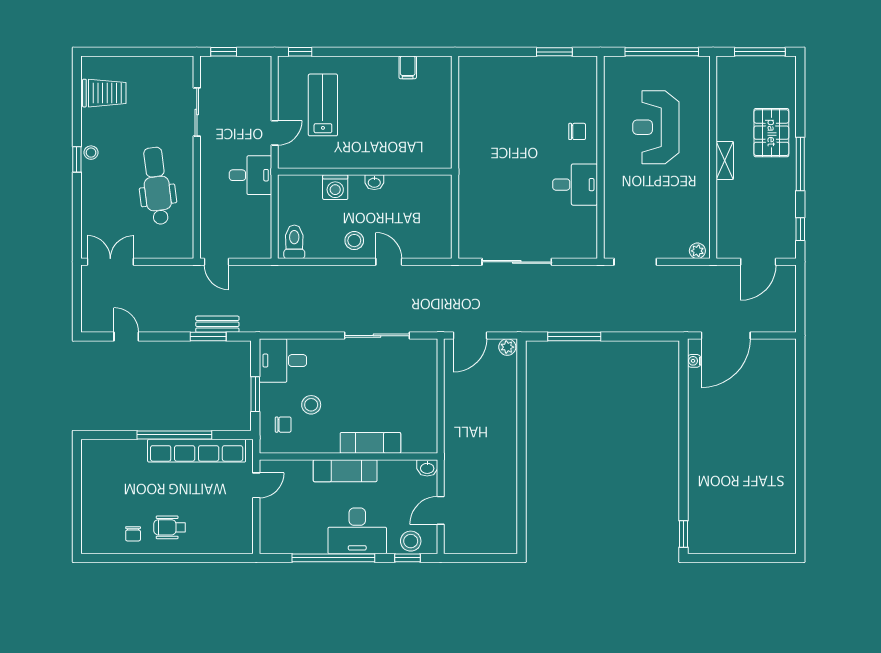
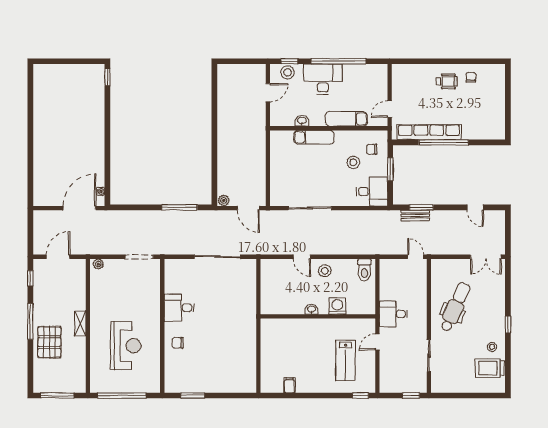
stool: (91, 153) -> (492, 347), moved
dental chair: (157, 186) -> (455, 307), turned -149
door: (470, 336) -> (248, 208), swing flipped
washbasin: (427, 468) -> (302, 121), moved
exam couch: (345, 471) -> (346, 119), moved

